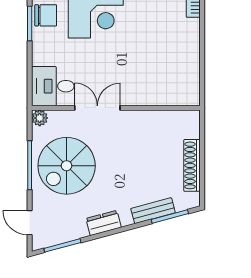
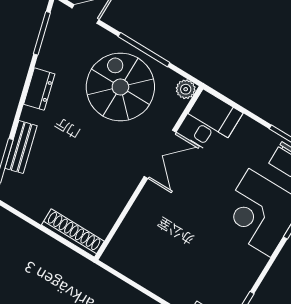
shoe rack: (192, 165) -> (73, 233), moved

